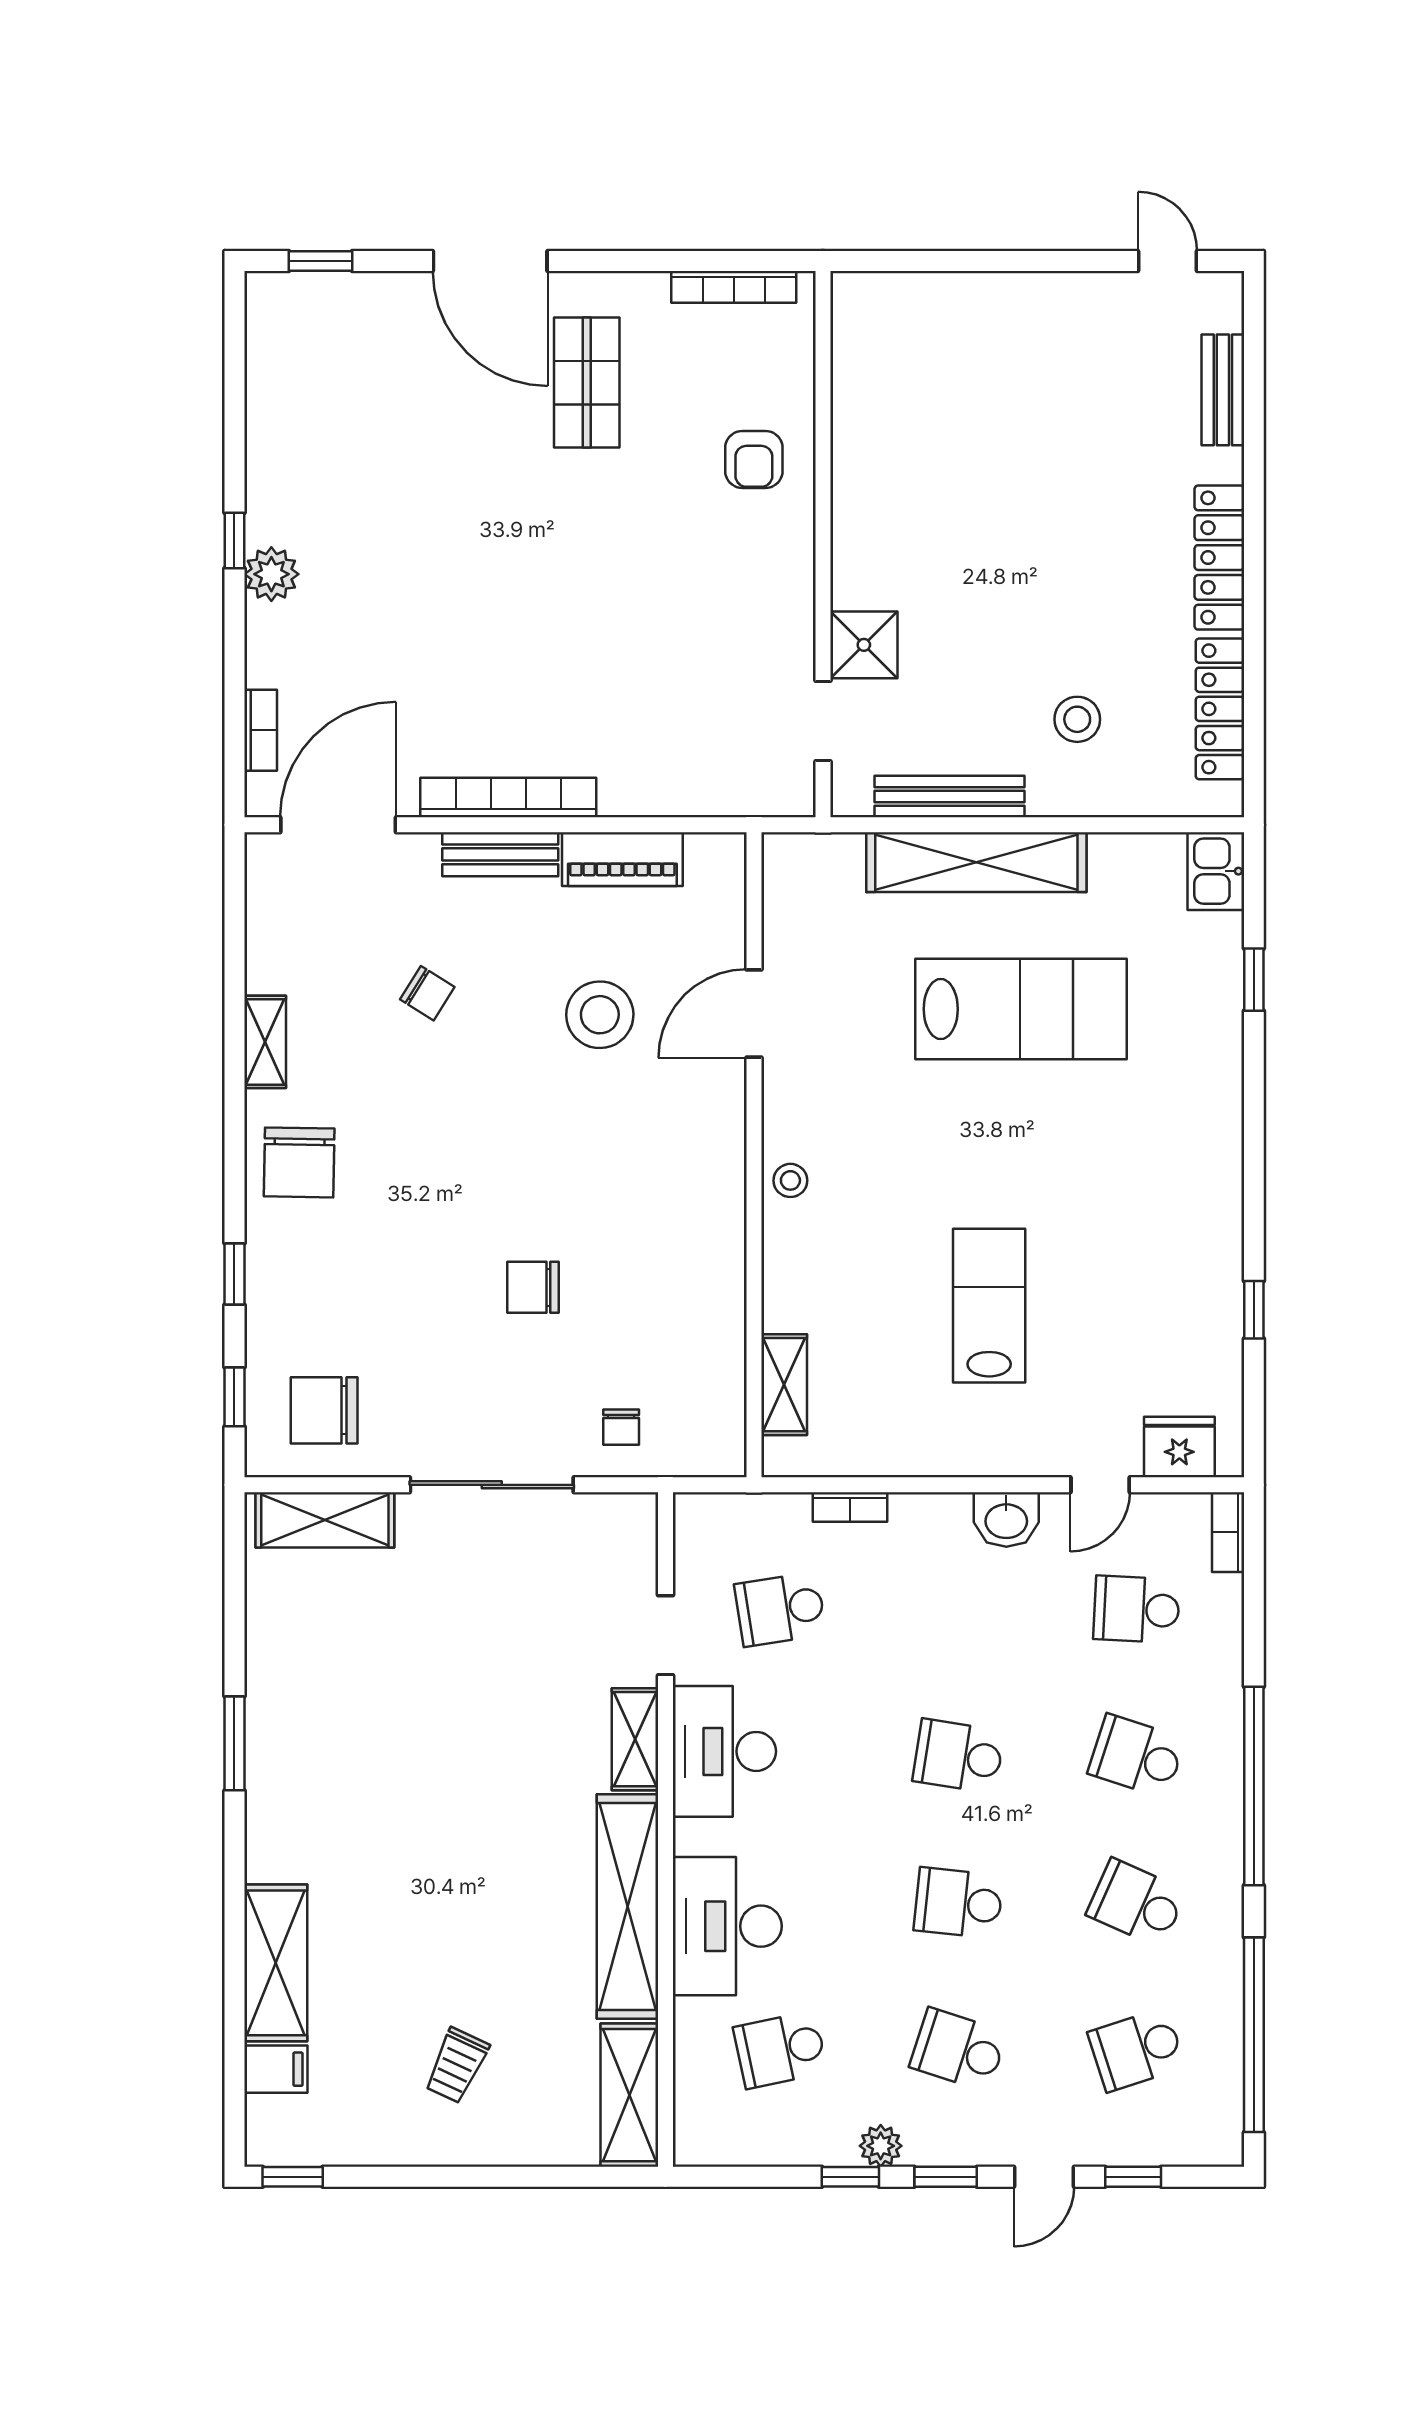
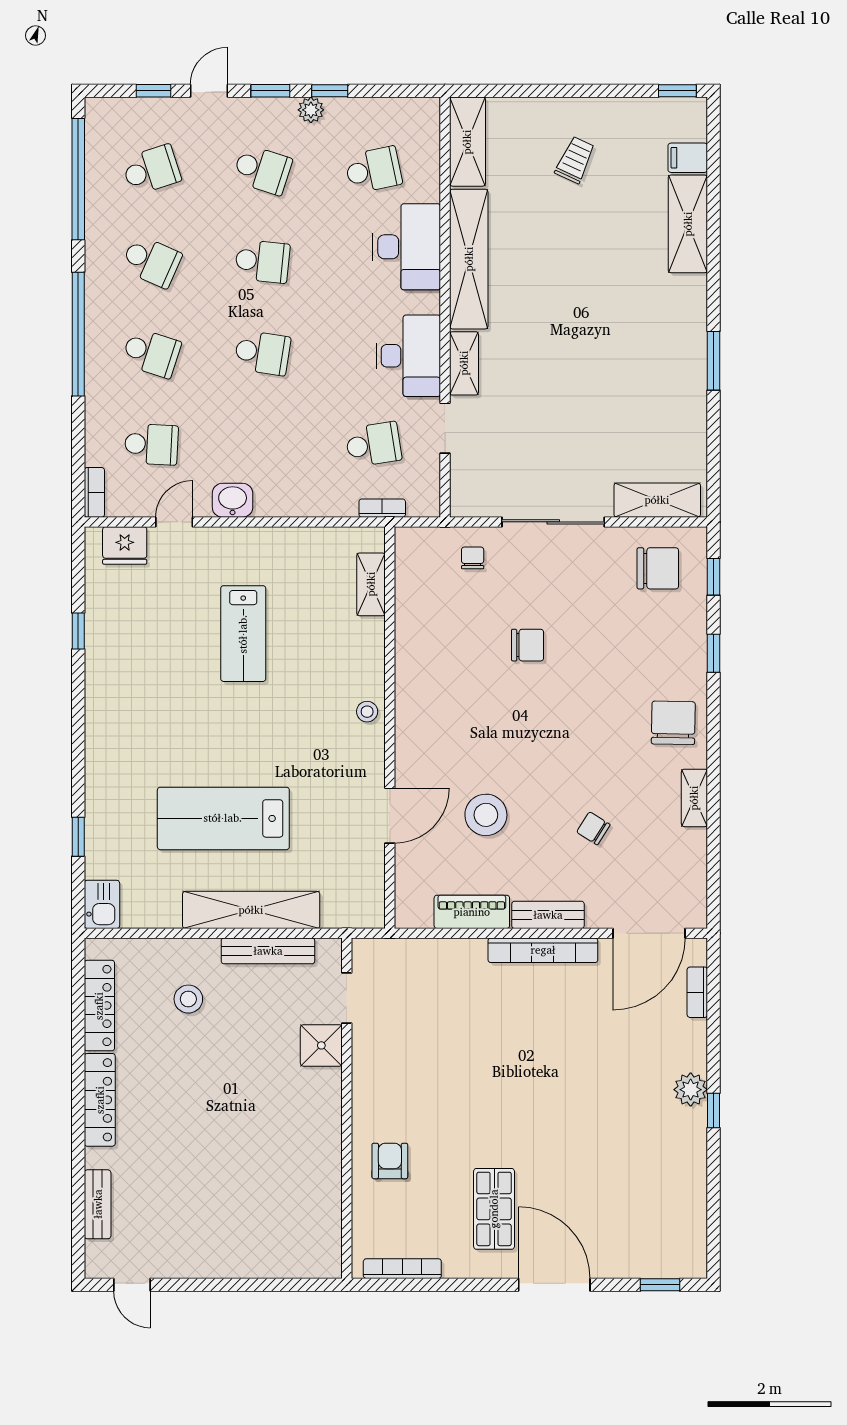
bookcase: (850, 1507) -> (382, 508), moved

